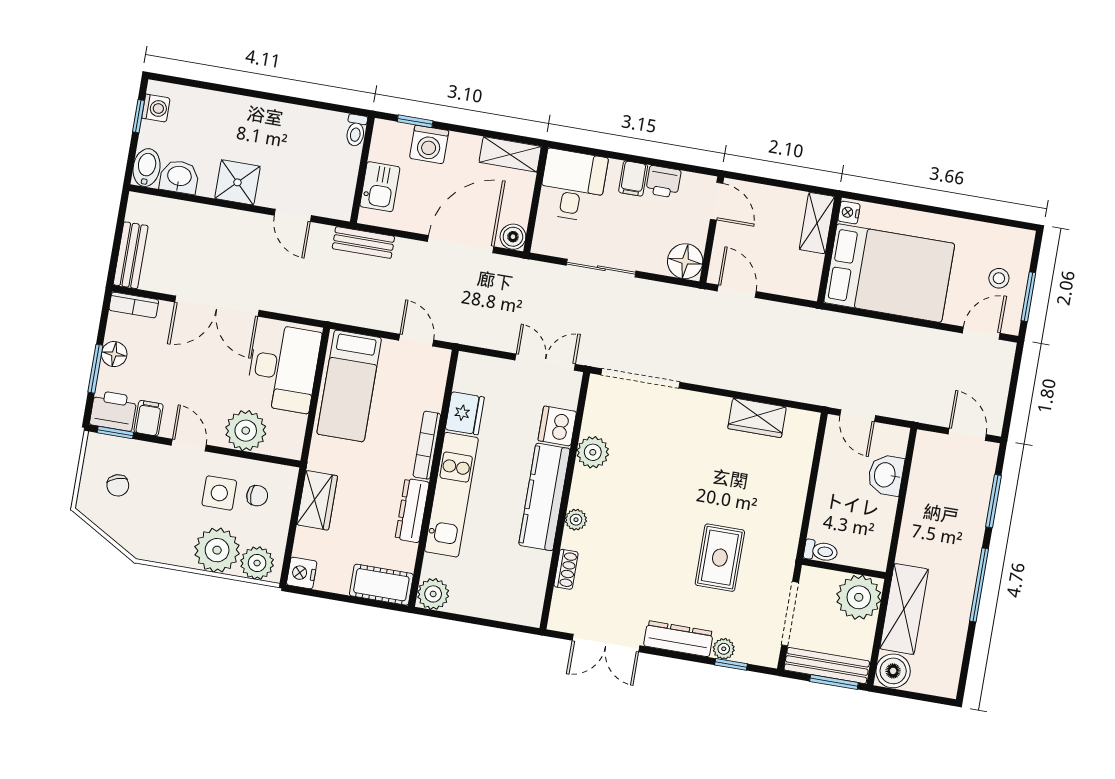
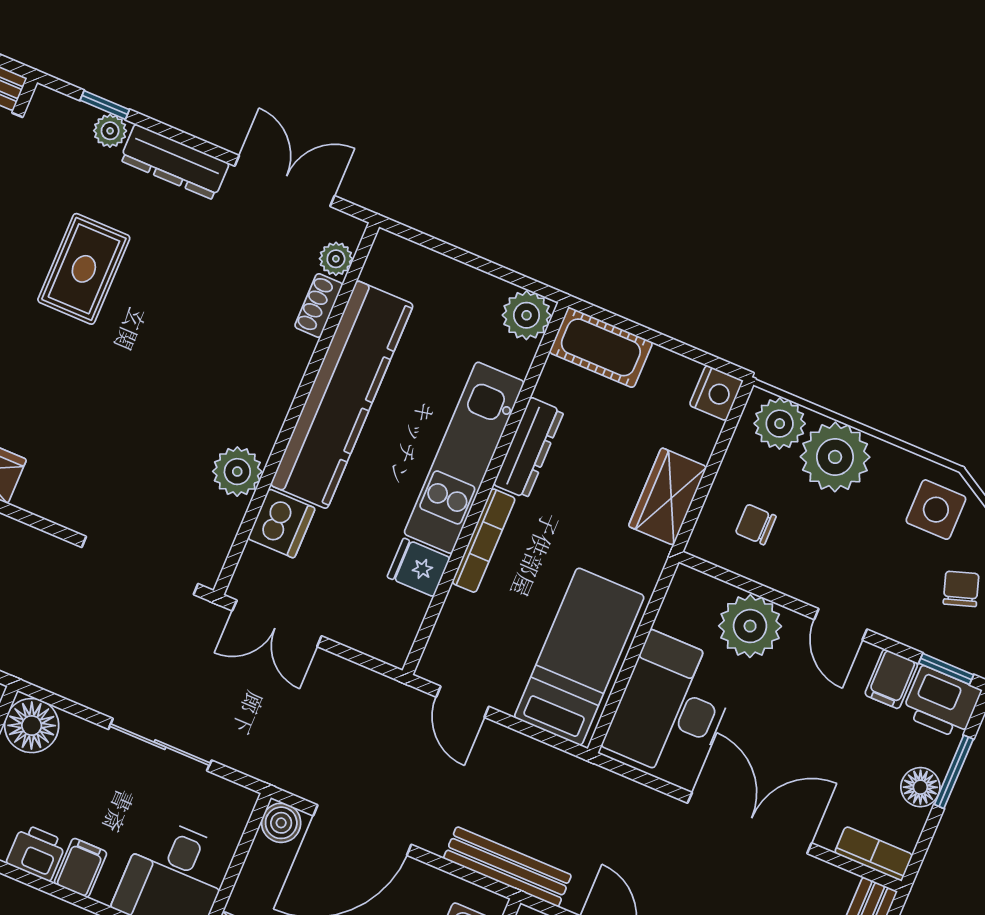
bench: (363, 243) -> (507, 867), width x1.36
fridge: (465, 413) -> (419, 567), width x0.72
side table: (219, 493) -> (936, 510), moved
kitchen counter: (544, 497) -> (342, 395), width x1.39, depth x1.17
plant: (576, 520) -> (336, 259), moved

